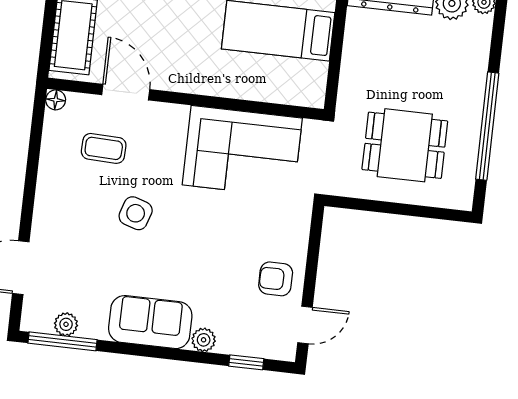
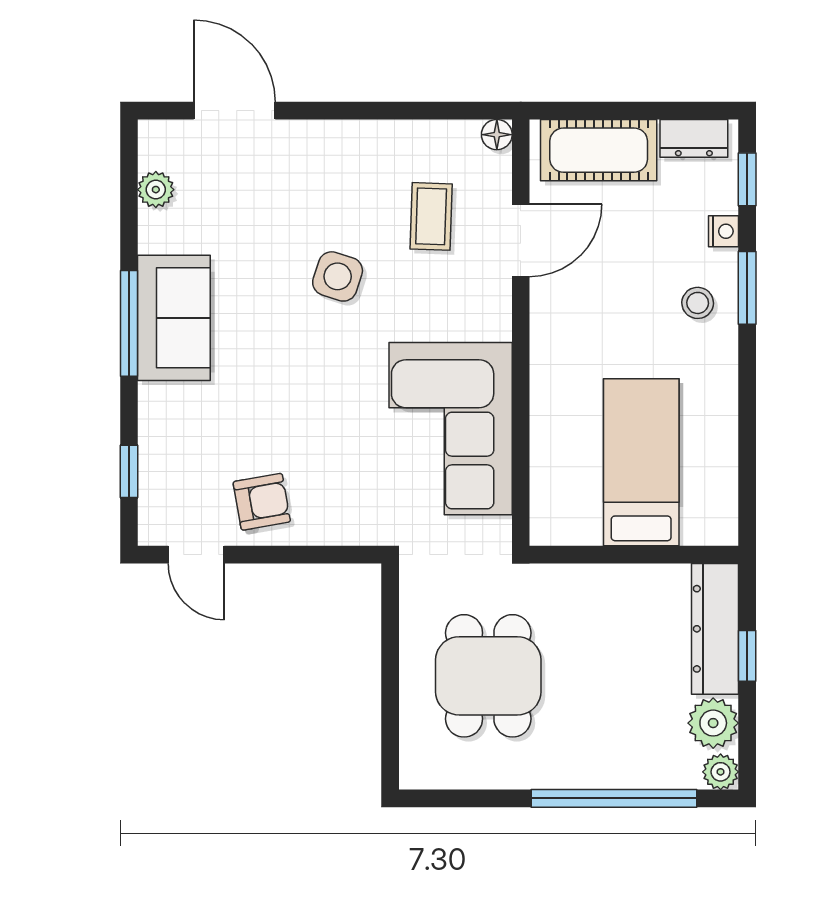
window: (487, 126) -> (614, 798), moved
armchair: (276, 279) -> (262, 502), turned 80
plant: (204, 340) -> (156, 402), removed
window: (63, 341) -> (129, 323), moved

